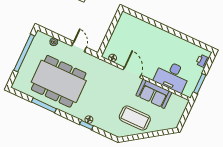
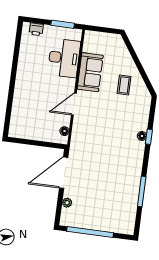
door: (79, 47) -> (64, 173), width x1.88
dining table: (59, 81) -> (110, 183), removed
coffee table: (135, 118) -> (124, 85), width x0.54, depth x0.58

